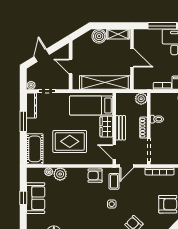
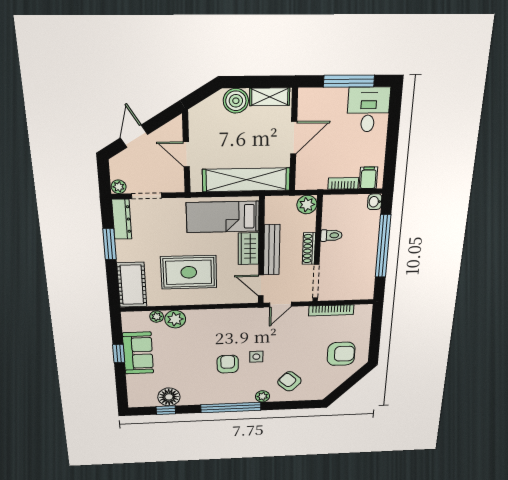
door: (132, 58) -> (294, 138), hinge flipped
bench: (121, 128) -> (272, 250), width x1.36
armchair: (95, 176) -> (228, 364), moved, turned 90
coffee table: (114, 181) -> (260, 326), removed

